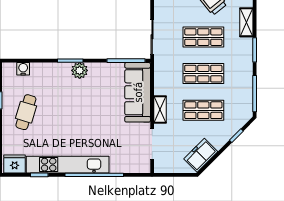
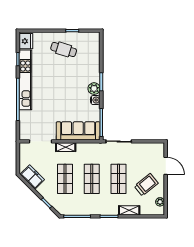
water cooler: (23, 69) -> (95, 100), moved

